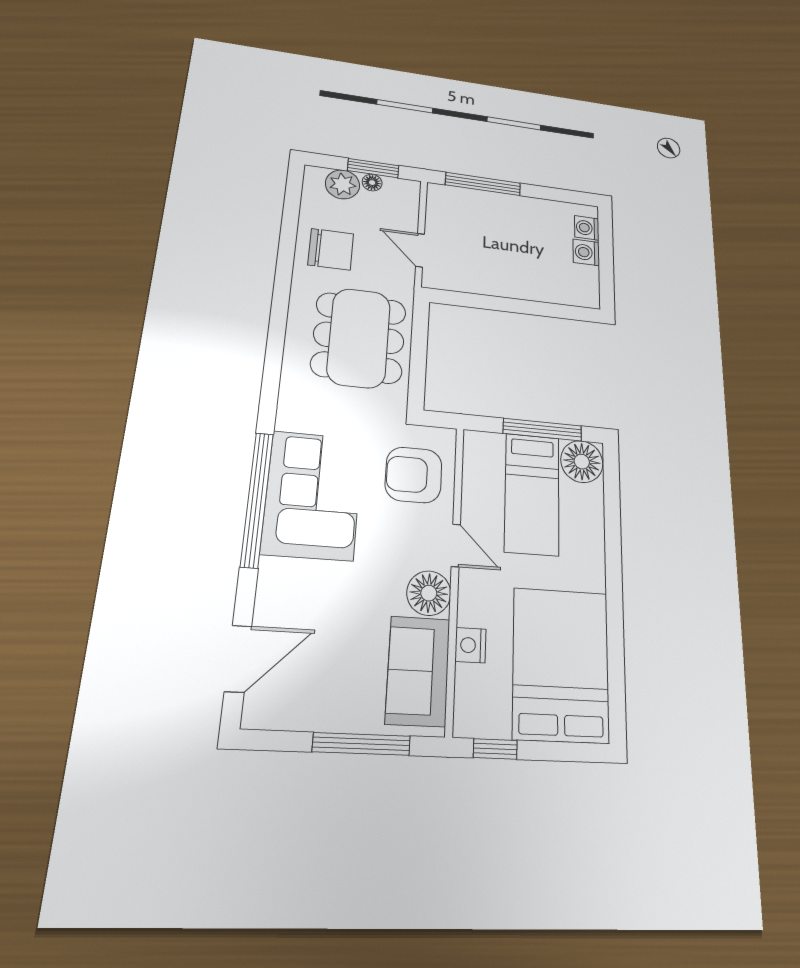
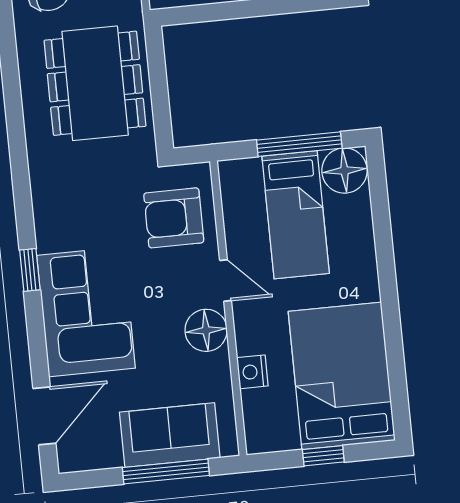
corner sofa: (313, 495) -> (86, 312), moved
window: (257, 499) -> (30, 270), width x0.32
sofa: (418, 671) -> (170, 435), moved, turned 90
window: (495, 749) -> (323, 456), moved

